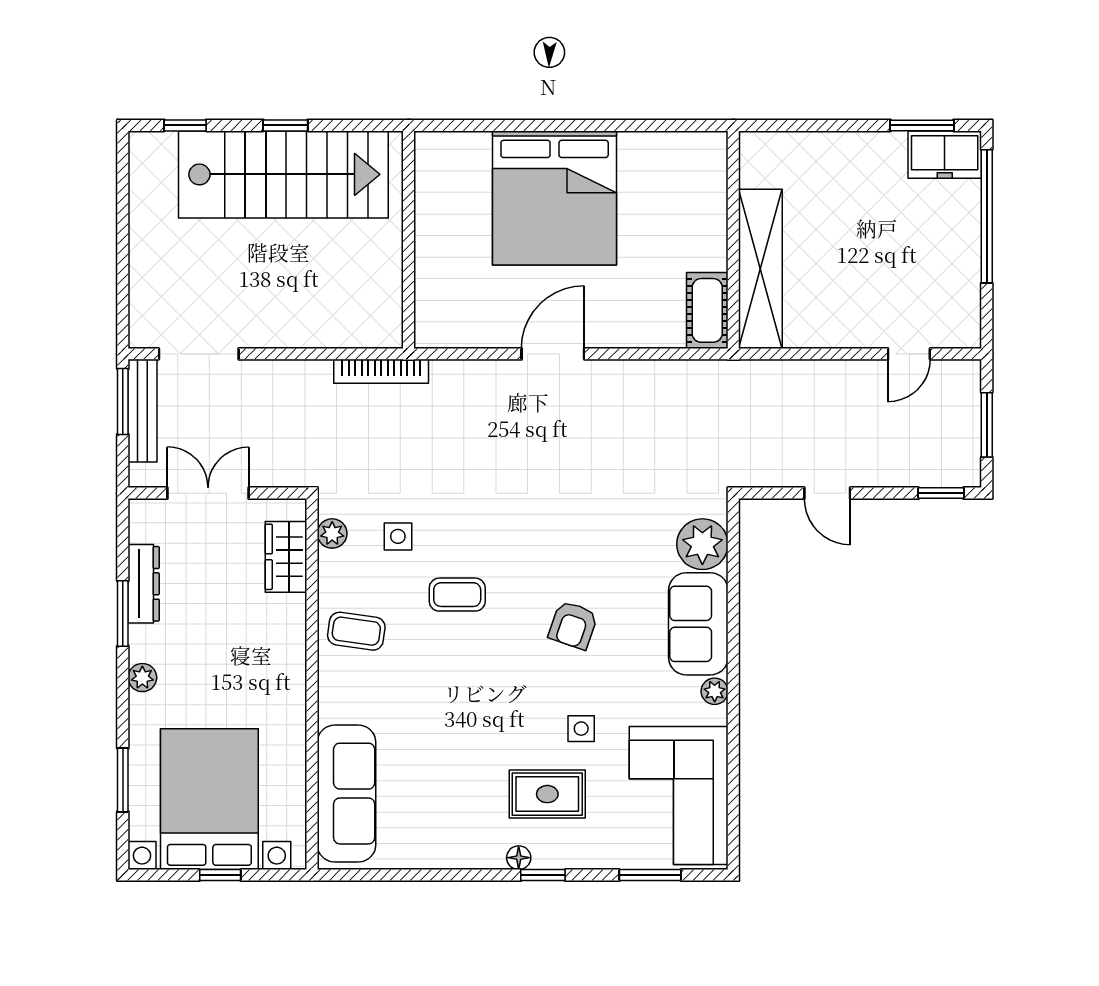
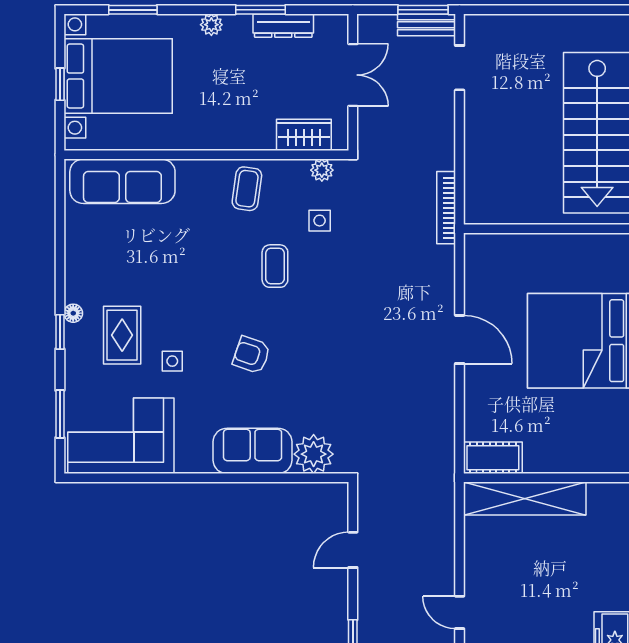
doorway: (199, 354) -> (460, 68), width x0.73
bench: (143, 411) -> (427, 25), width x0.73
plant: (715, 691) -> (201, 463), removed

